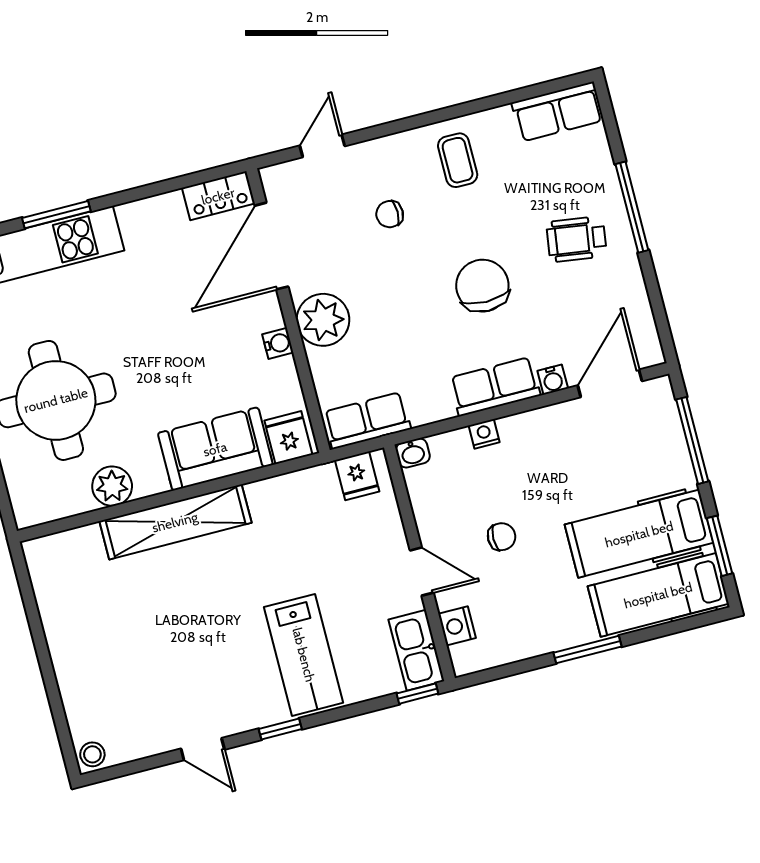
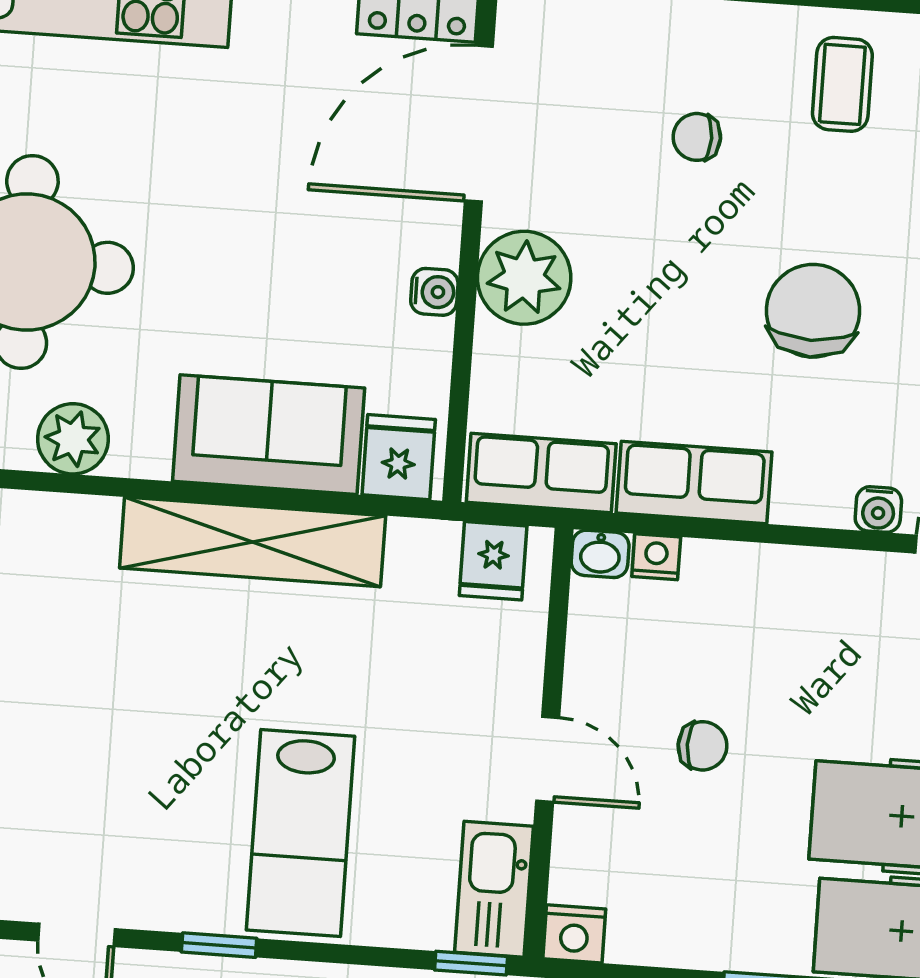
row of seats: (495, 387) -> (694, 483), moved
nightstand: (484, 434) -> (656, 557), moved
shelving: (175, 522) -> (253, 542), moved
nightstand: (457, 626) -> (574, 934), moved, turned -90

